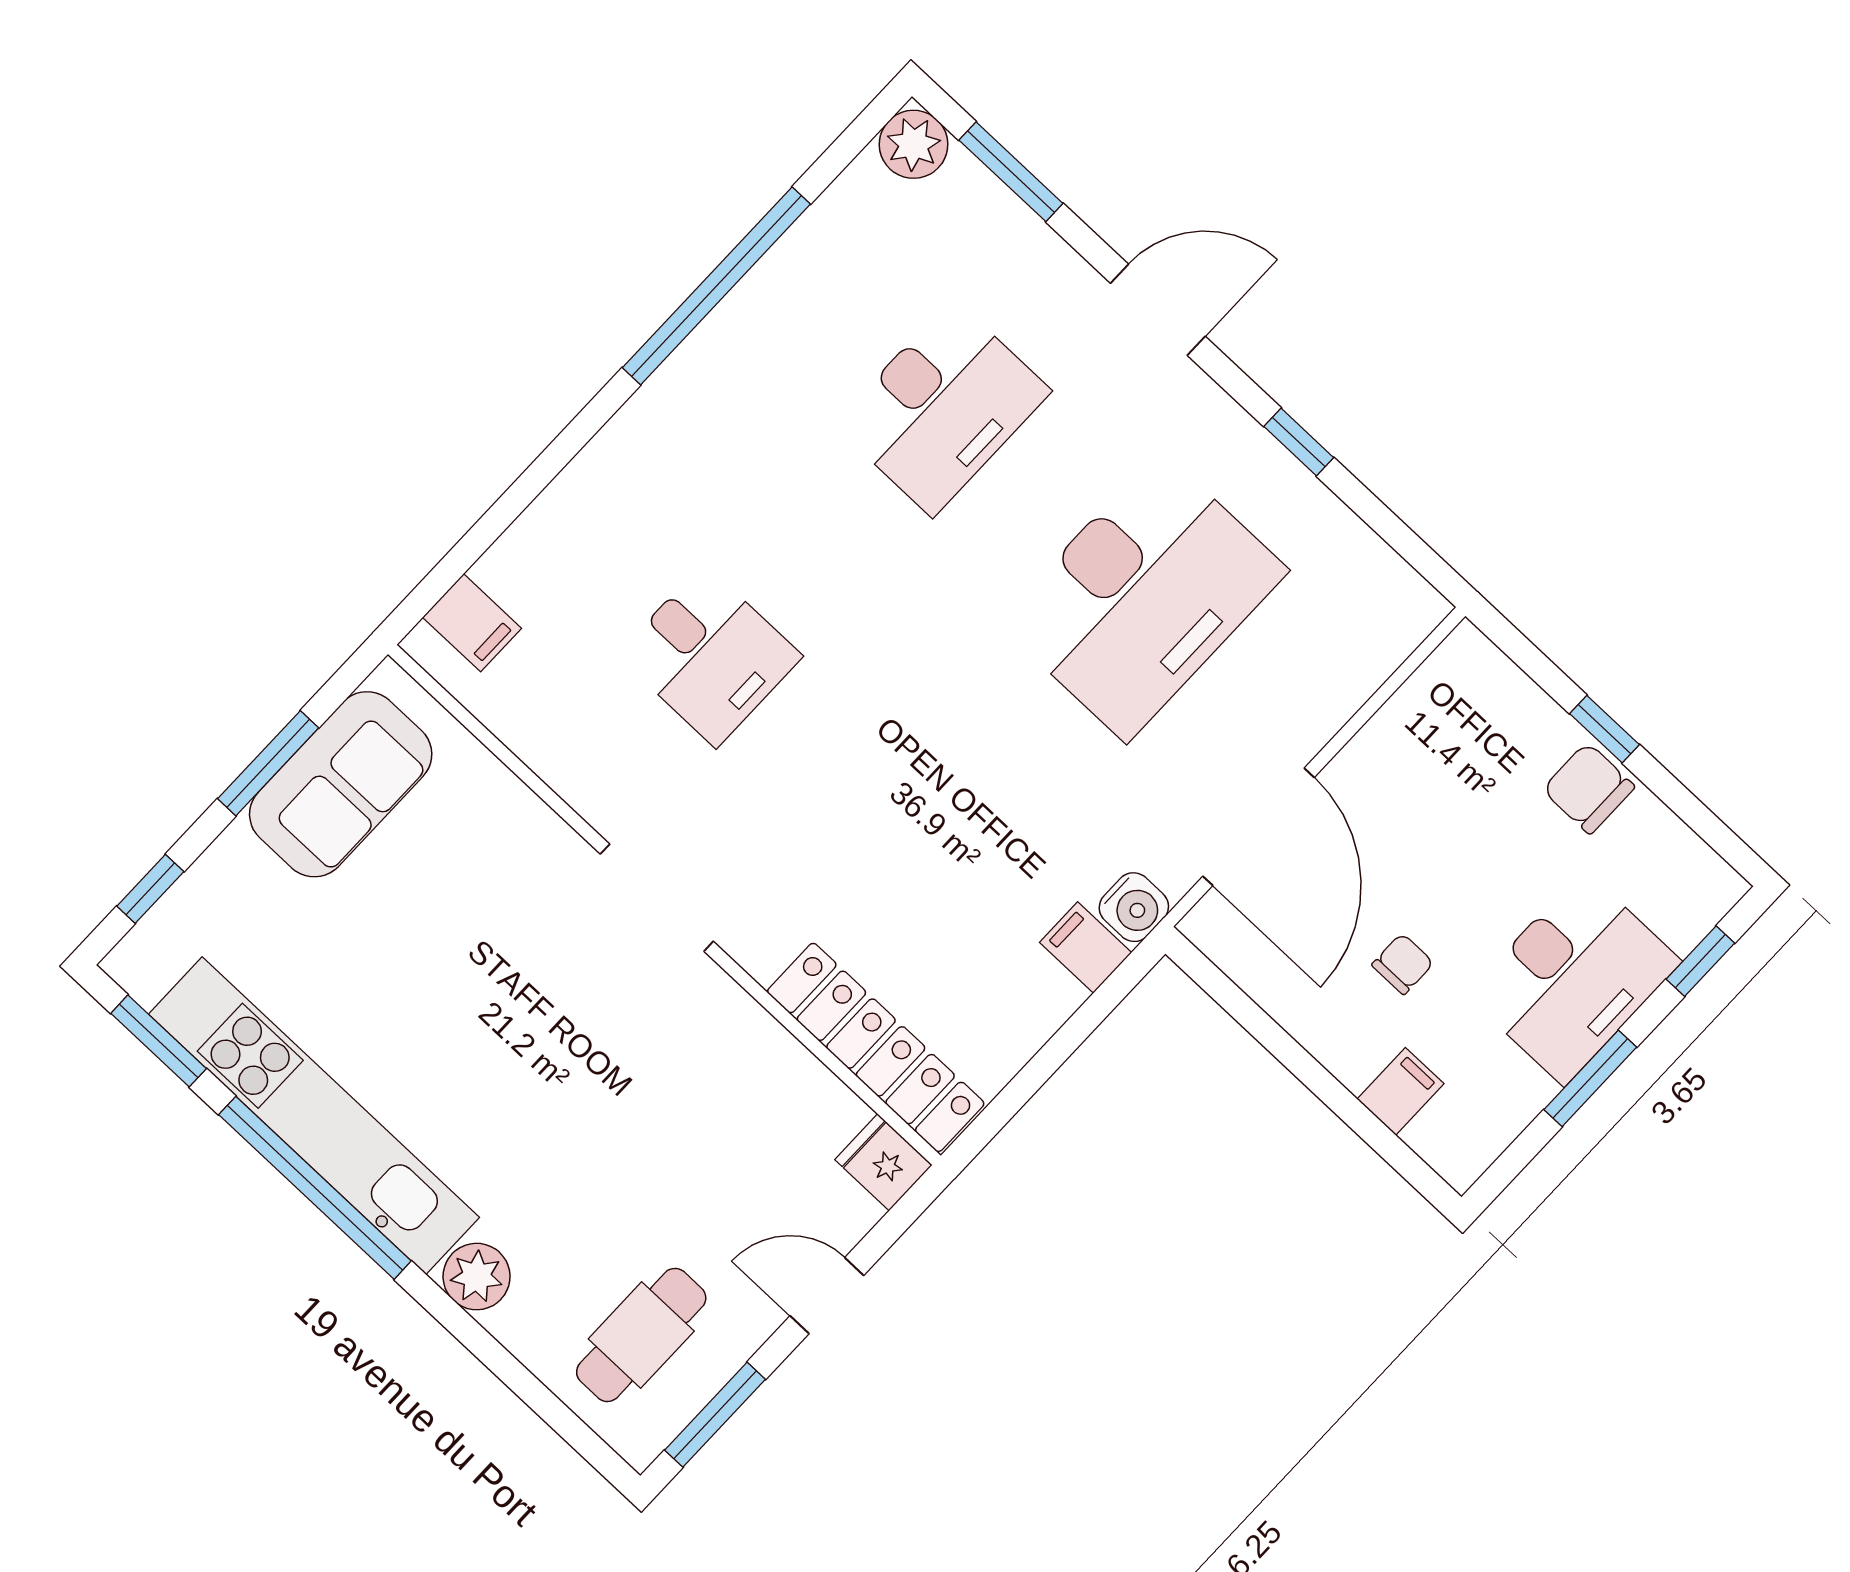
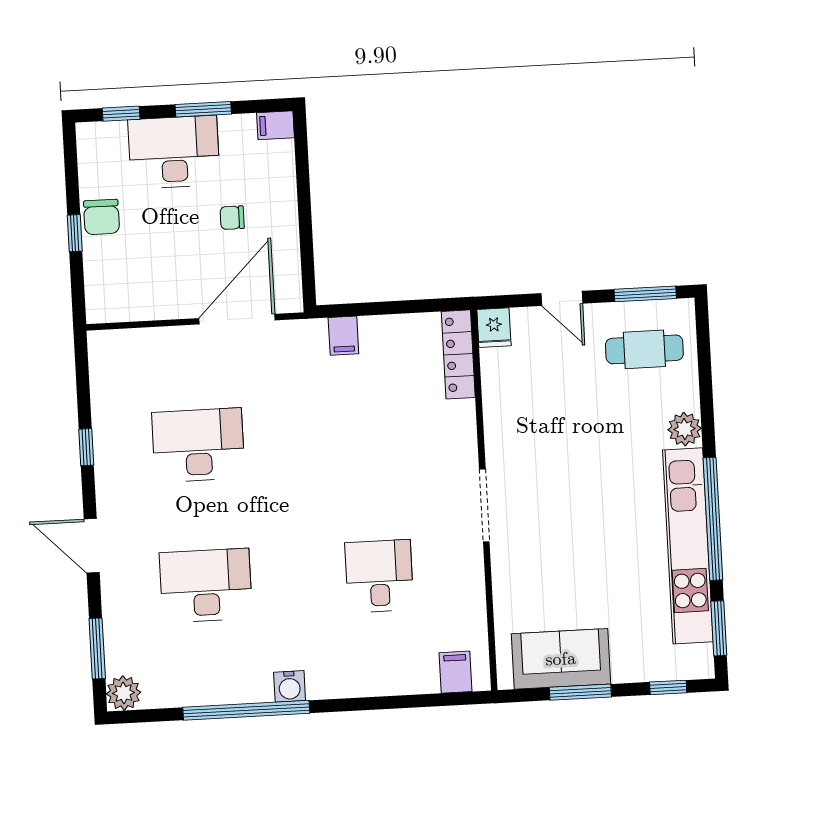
desk: (1143, 596) -> (198, 445), width x0.73, depth x0.77
water cooler: (1134, 907) -> (290, 686), moved, turned 180
locker: (876, 1047) -> (458, 354), width x0.71, depth x0.83
filing cabinet: (1400, 1091) -> (275, 125), moved

